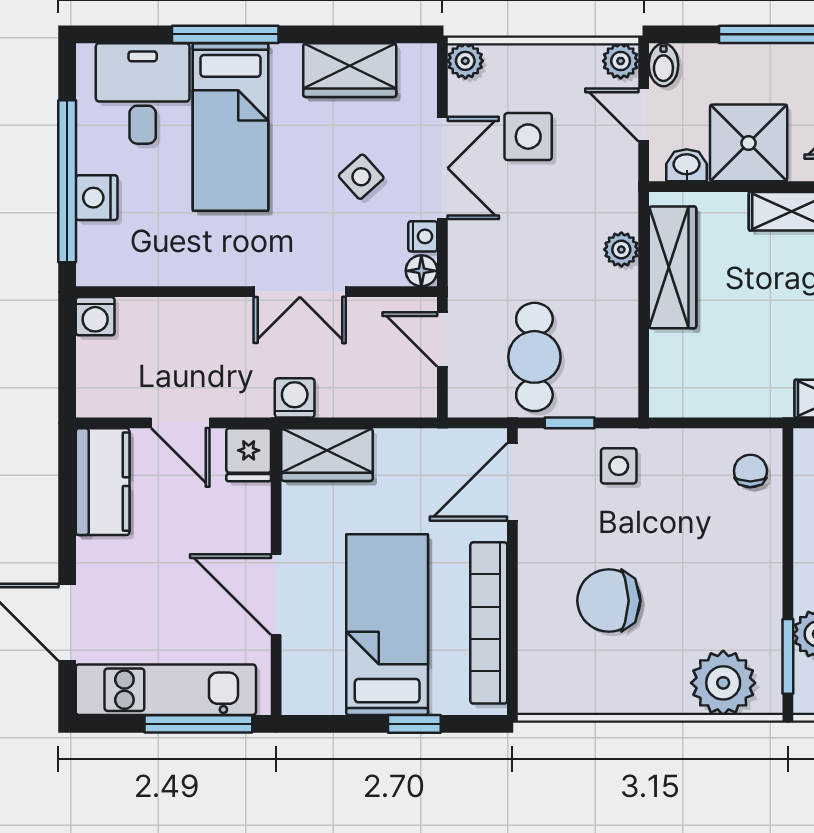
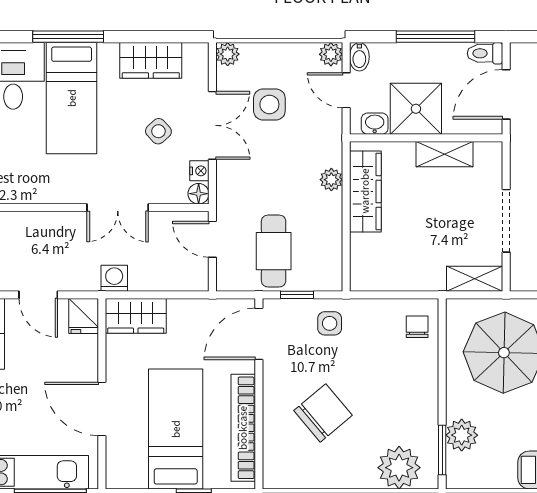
chair: (609, 601) -> (323, 413), turned 140

